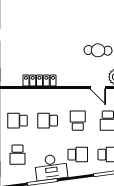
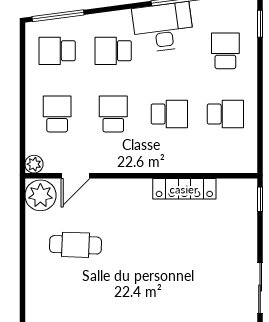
door: (98, 87) -> (76, 176), swing flipped
school desk: (78, 121) -> (113, 114), turned 180

